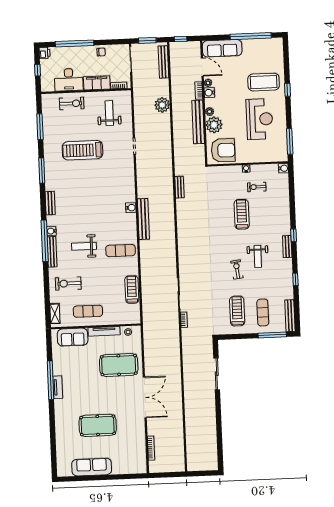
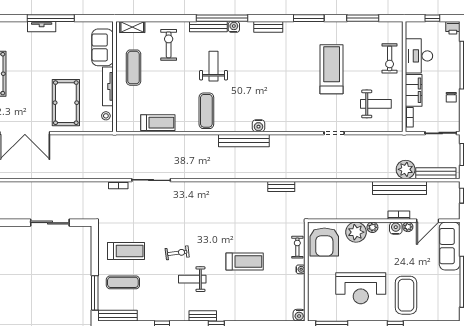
plant: (162, 105) -> (406, 169), moved
bench: (198, 122) -> (400, 188), moved
exercise bike: (257, 187) -> (297, 247), moved

